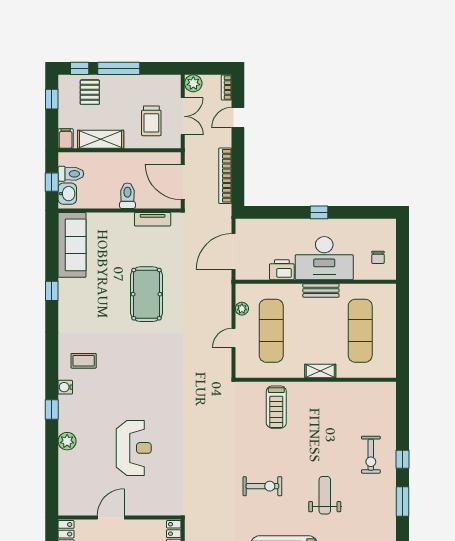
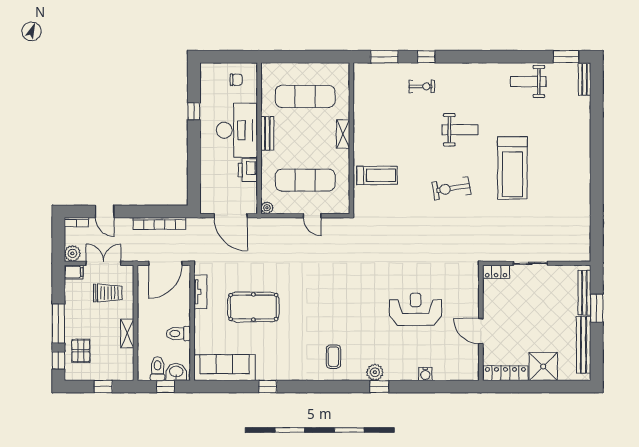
pallet: (90, 92) -> (81, 351), turned 90
window: (52, 99) -> (103, 387), moved
filing cabinet: (66, 139) -> (74, 272), moved, turned 180
shelving: (101, 139) -> (127, 333), width x0.67, depth x0.75
toilet: (127, 196) -> (178, 333), moved
window: (319, 212) -> (194, 111), moved
pool table: (147, 294) -> (253, 307), moved
plant: (242, 309) -> (267, 208), moved
water cooler: (65, 387) -> (425, 374), moved
plant: (67, 441) -> (375, 372), moved
exercise bike: (371, 455) -> (422, 86), width x0.73, depth x0.72
exercise bike: (262, 486) -> (451, 188), turned -99
weight bench: (325, 495) -> (460, 130), turned 180
window: (402, 501) -> (384, 57), moved

